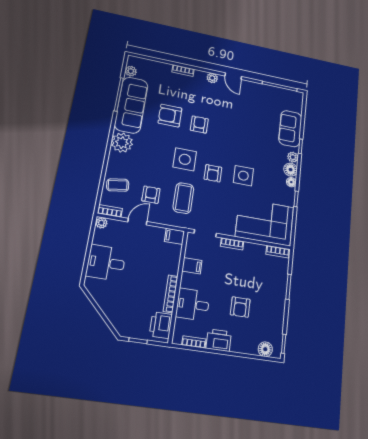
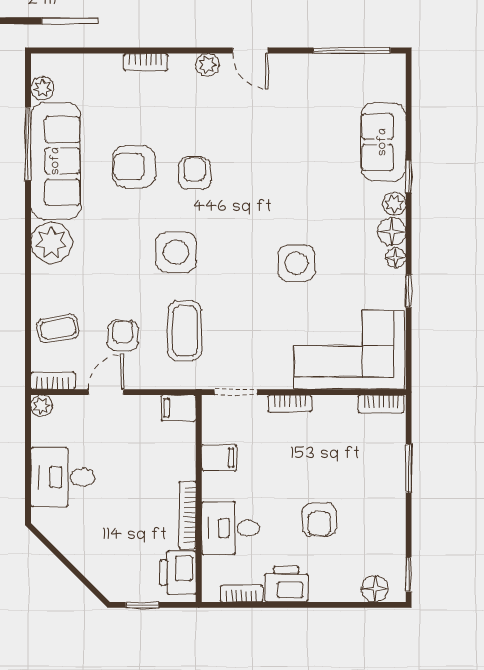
armchair: (213, 173) -> (235, 270), removed

